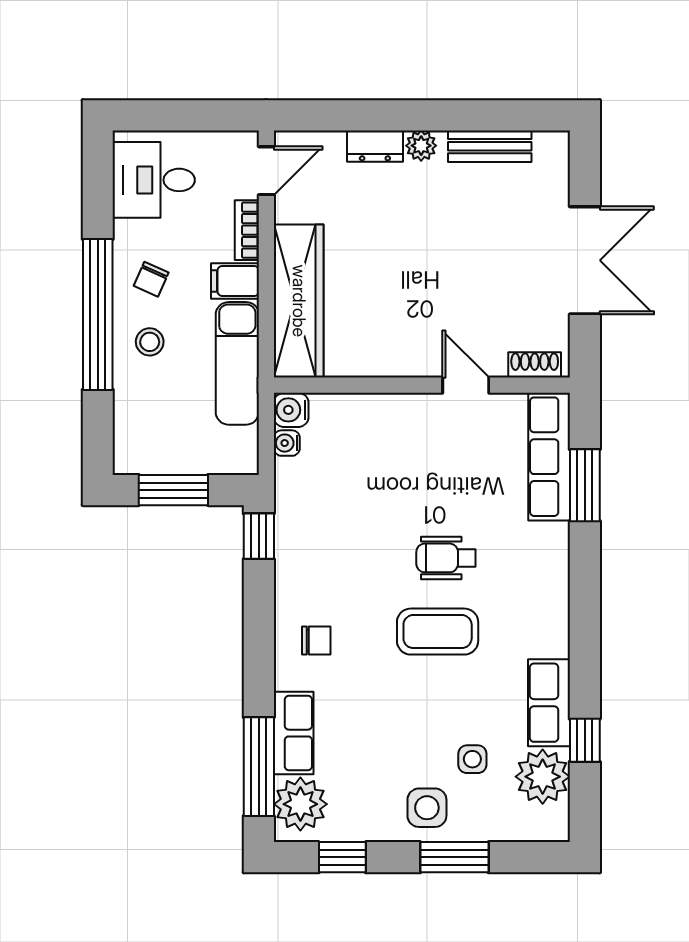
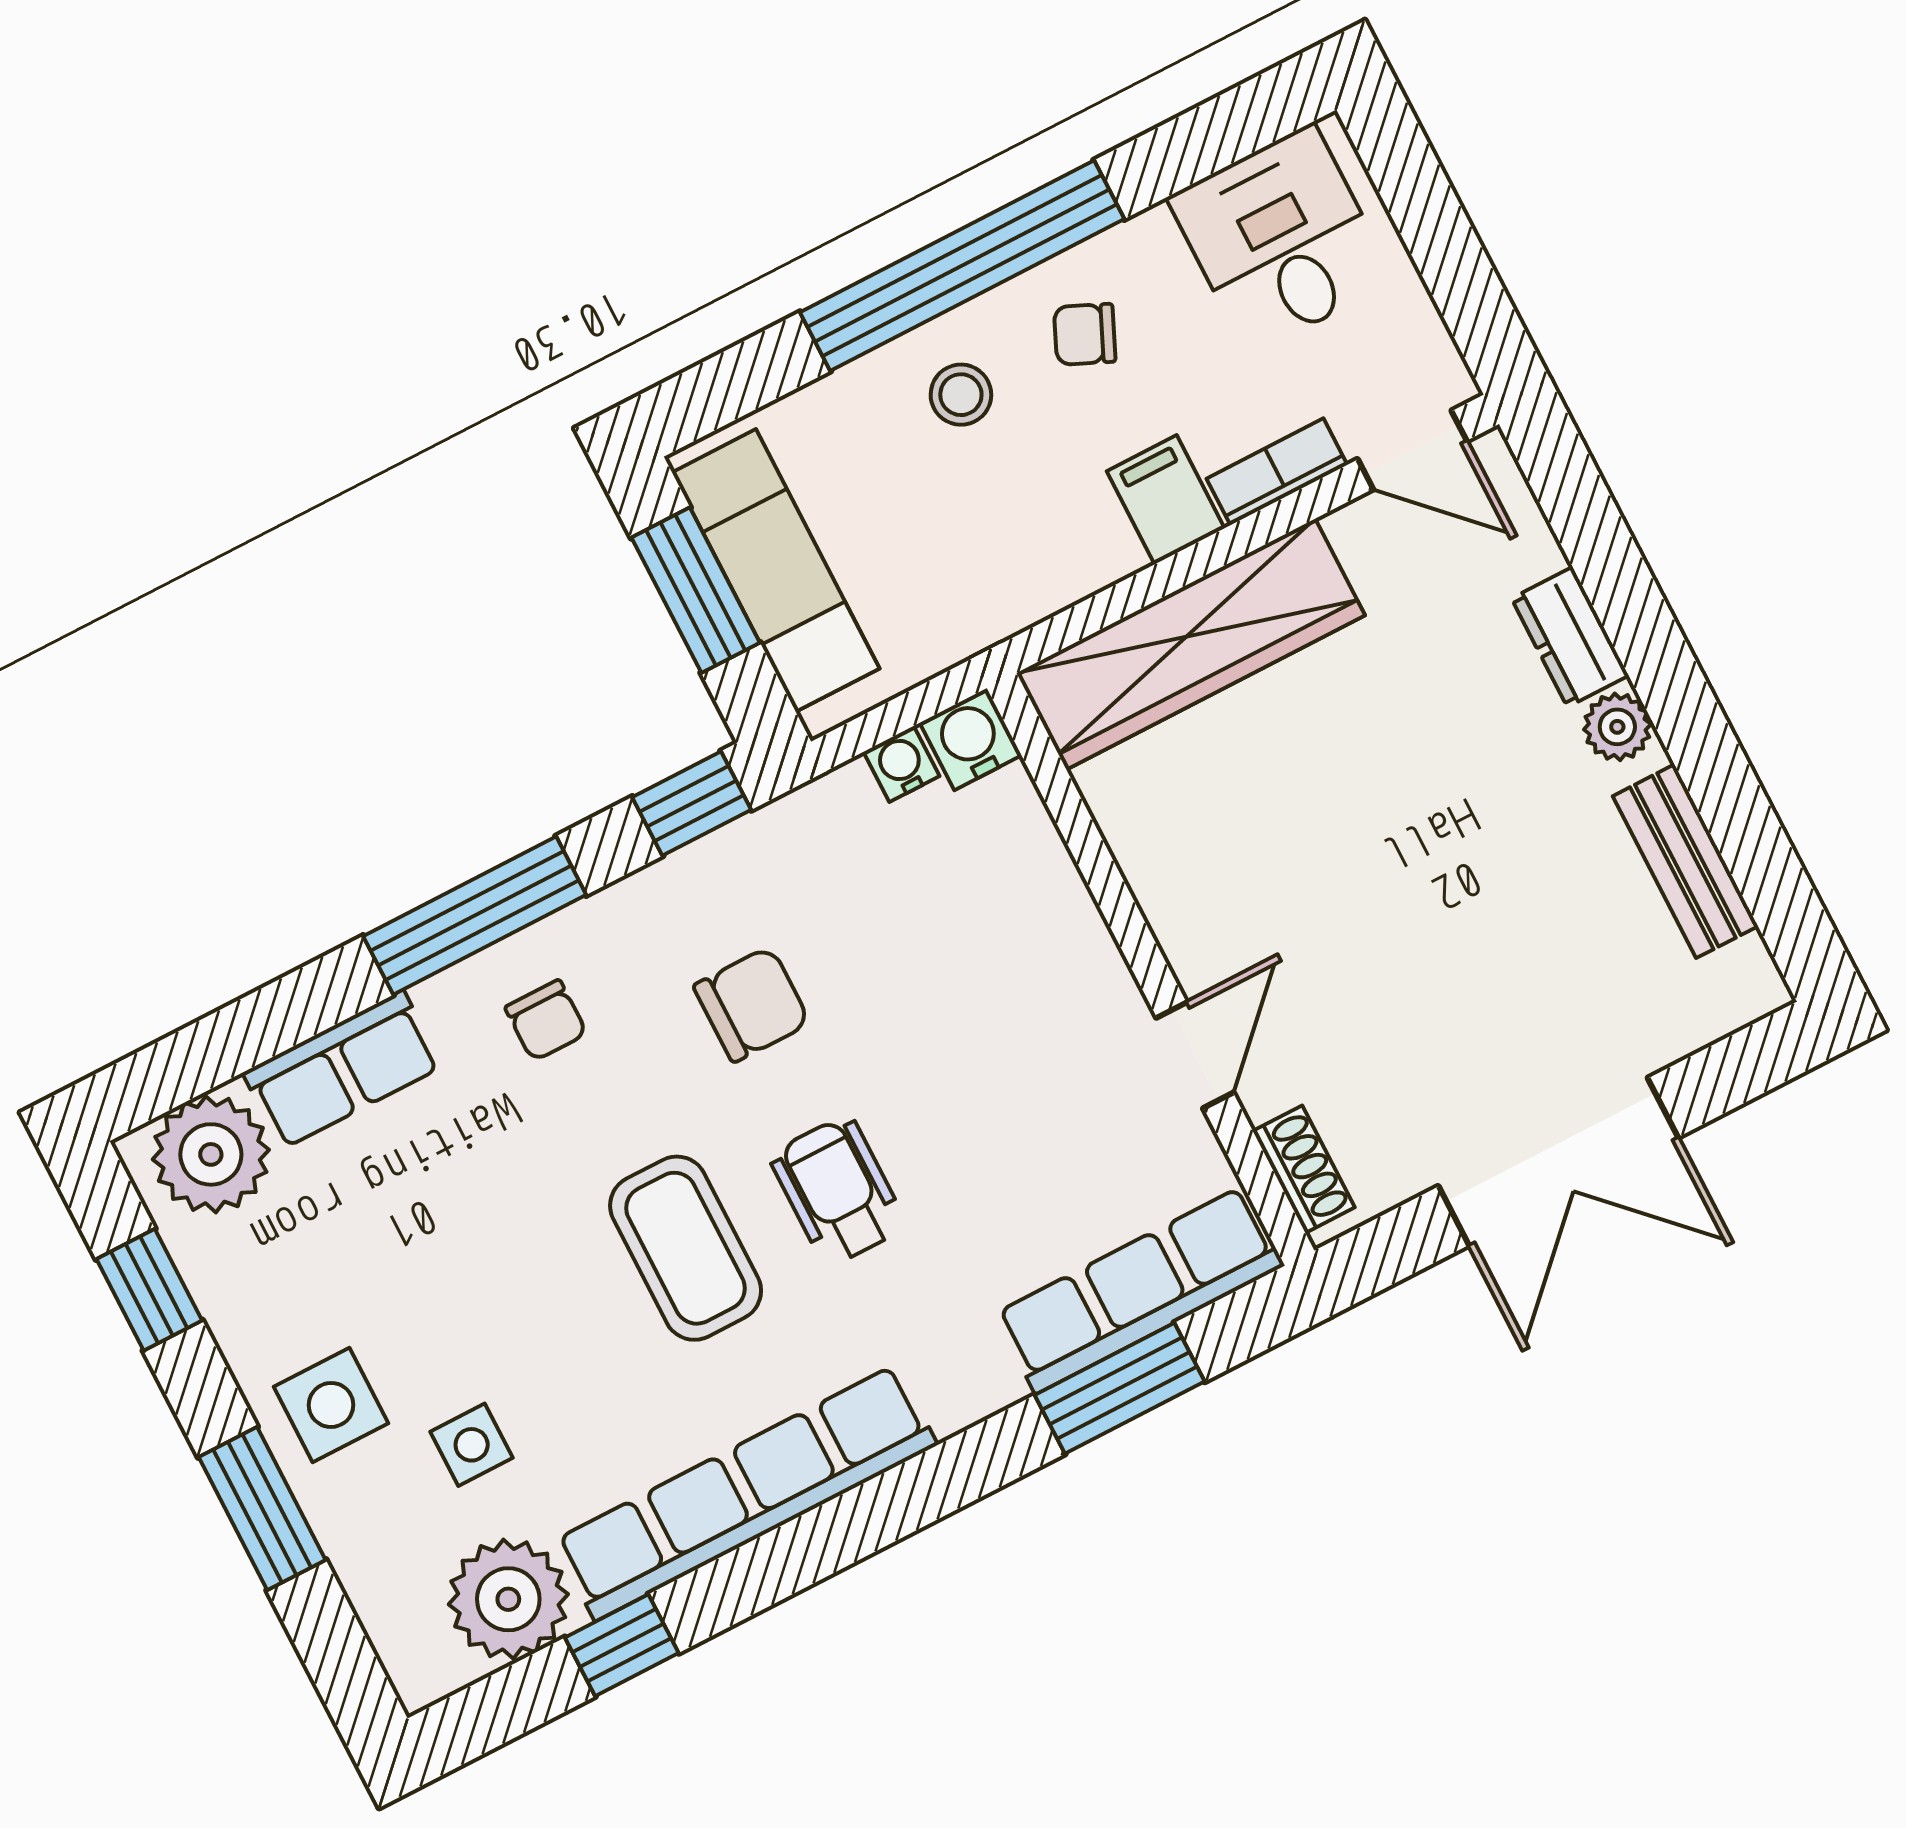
exam couch: (237, 363) -> (776, 570), moved, turned 90
chair: (353, 554) -> (752, 1004), added
row of seats: (549, 703) -> (746, 1493), width x2.02
window: (259, 767) -> (475, 915), moved

